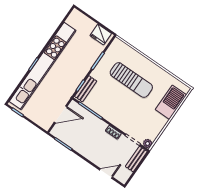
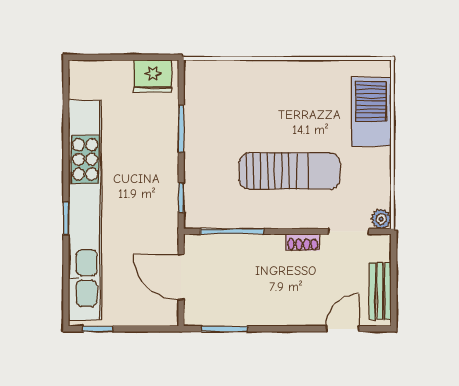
sun lounger: (131, 80) -> (290, 171), moved
bench: (86, 89) -> (195, 197), removed
door: (61, 114) -> (181, 277), swing flipped
bench: (136, 159) -> (380, 291), moved

